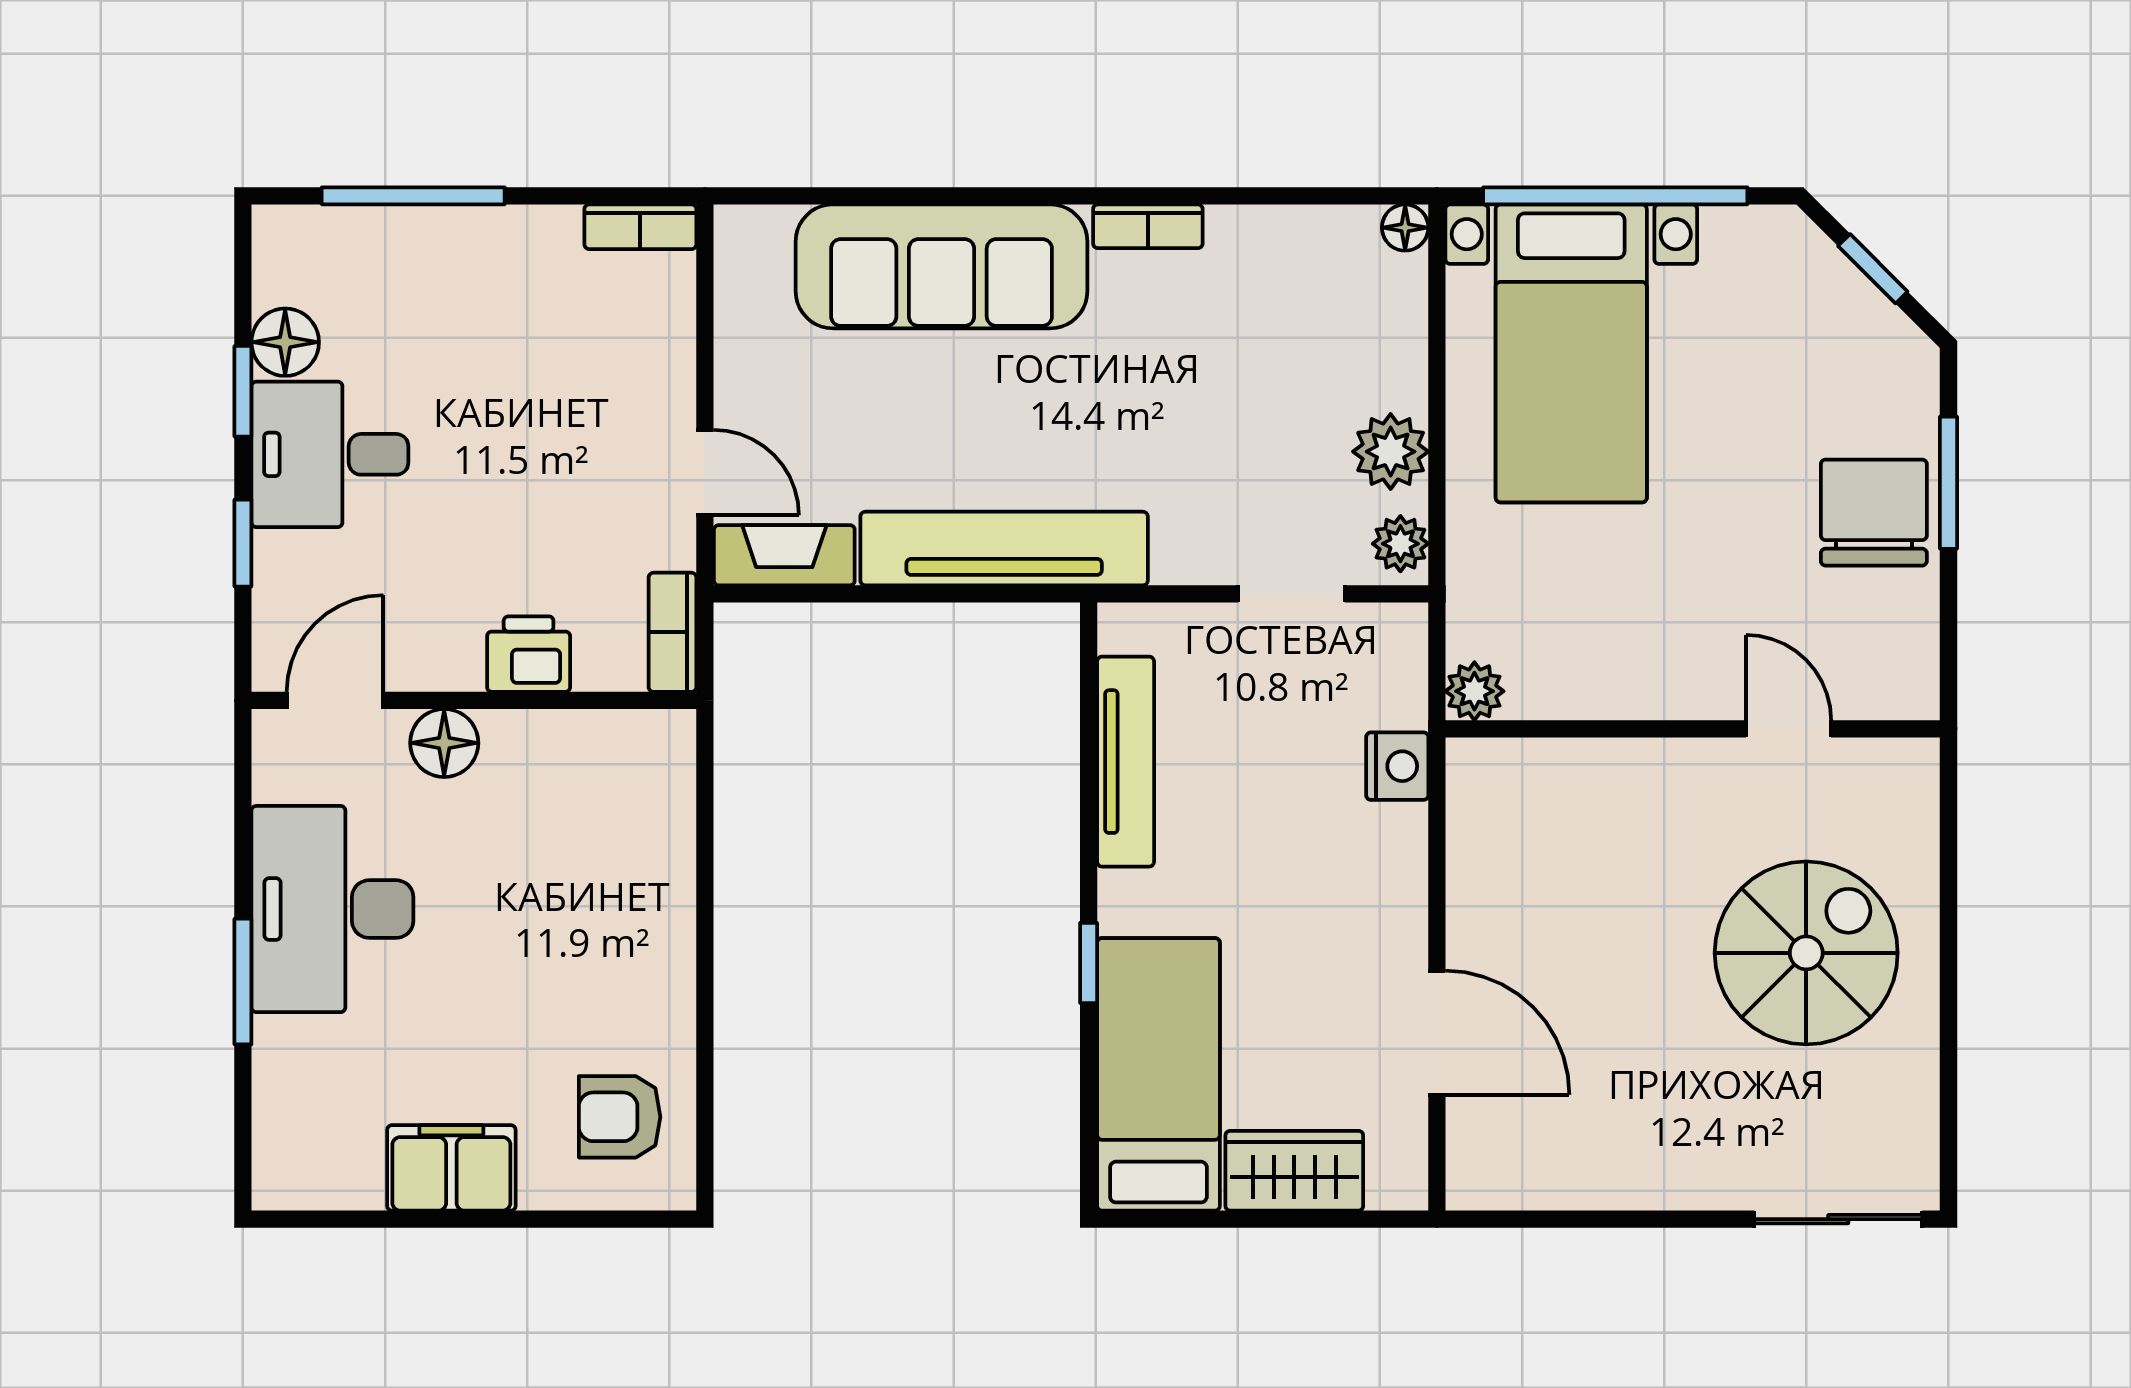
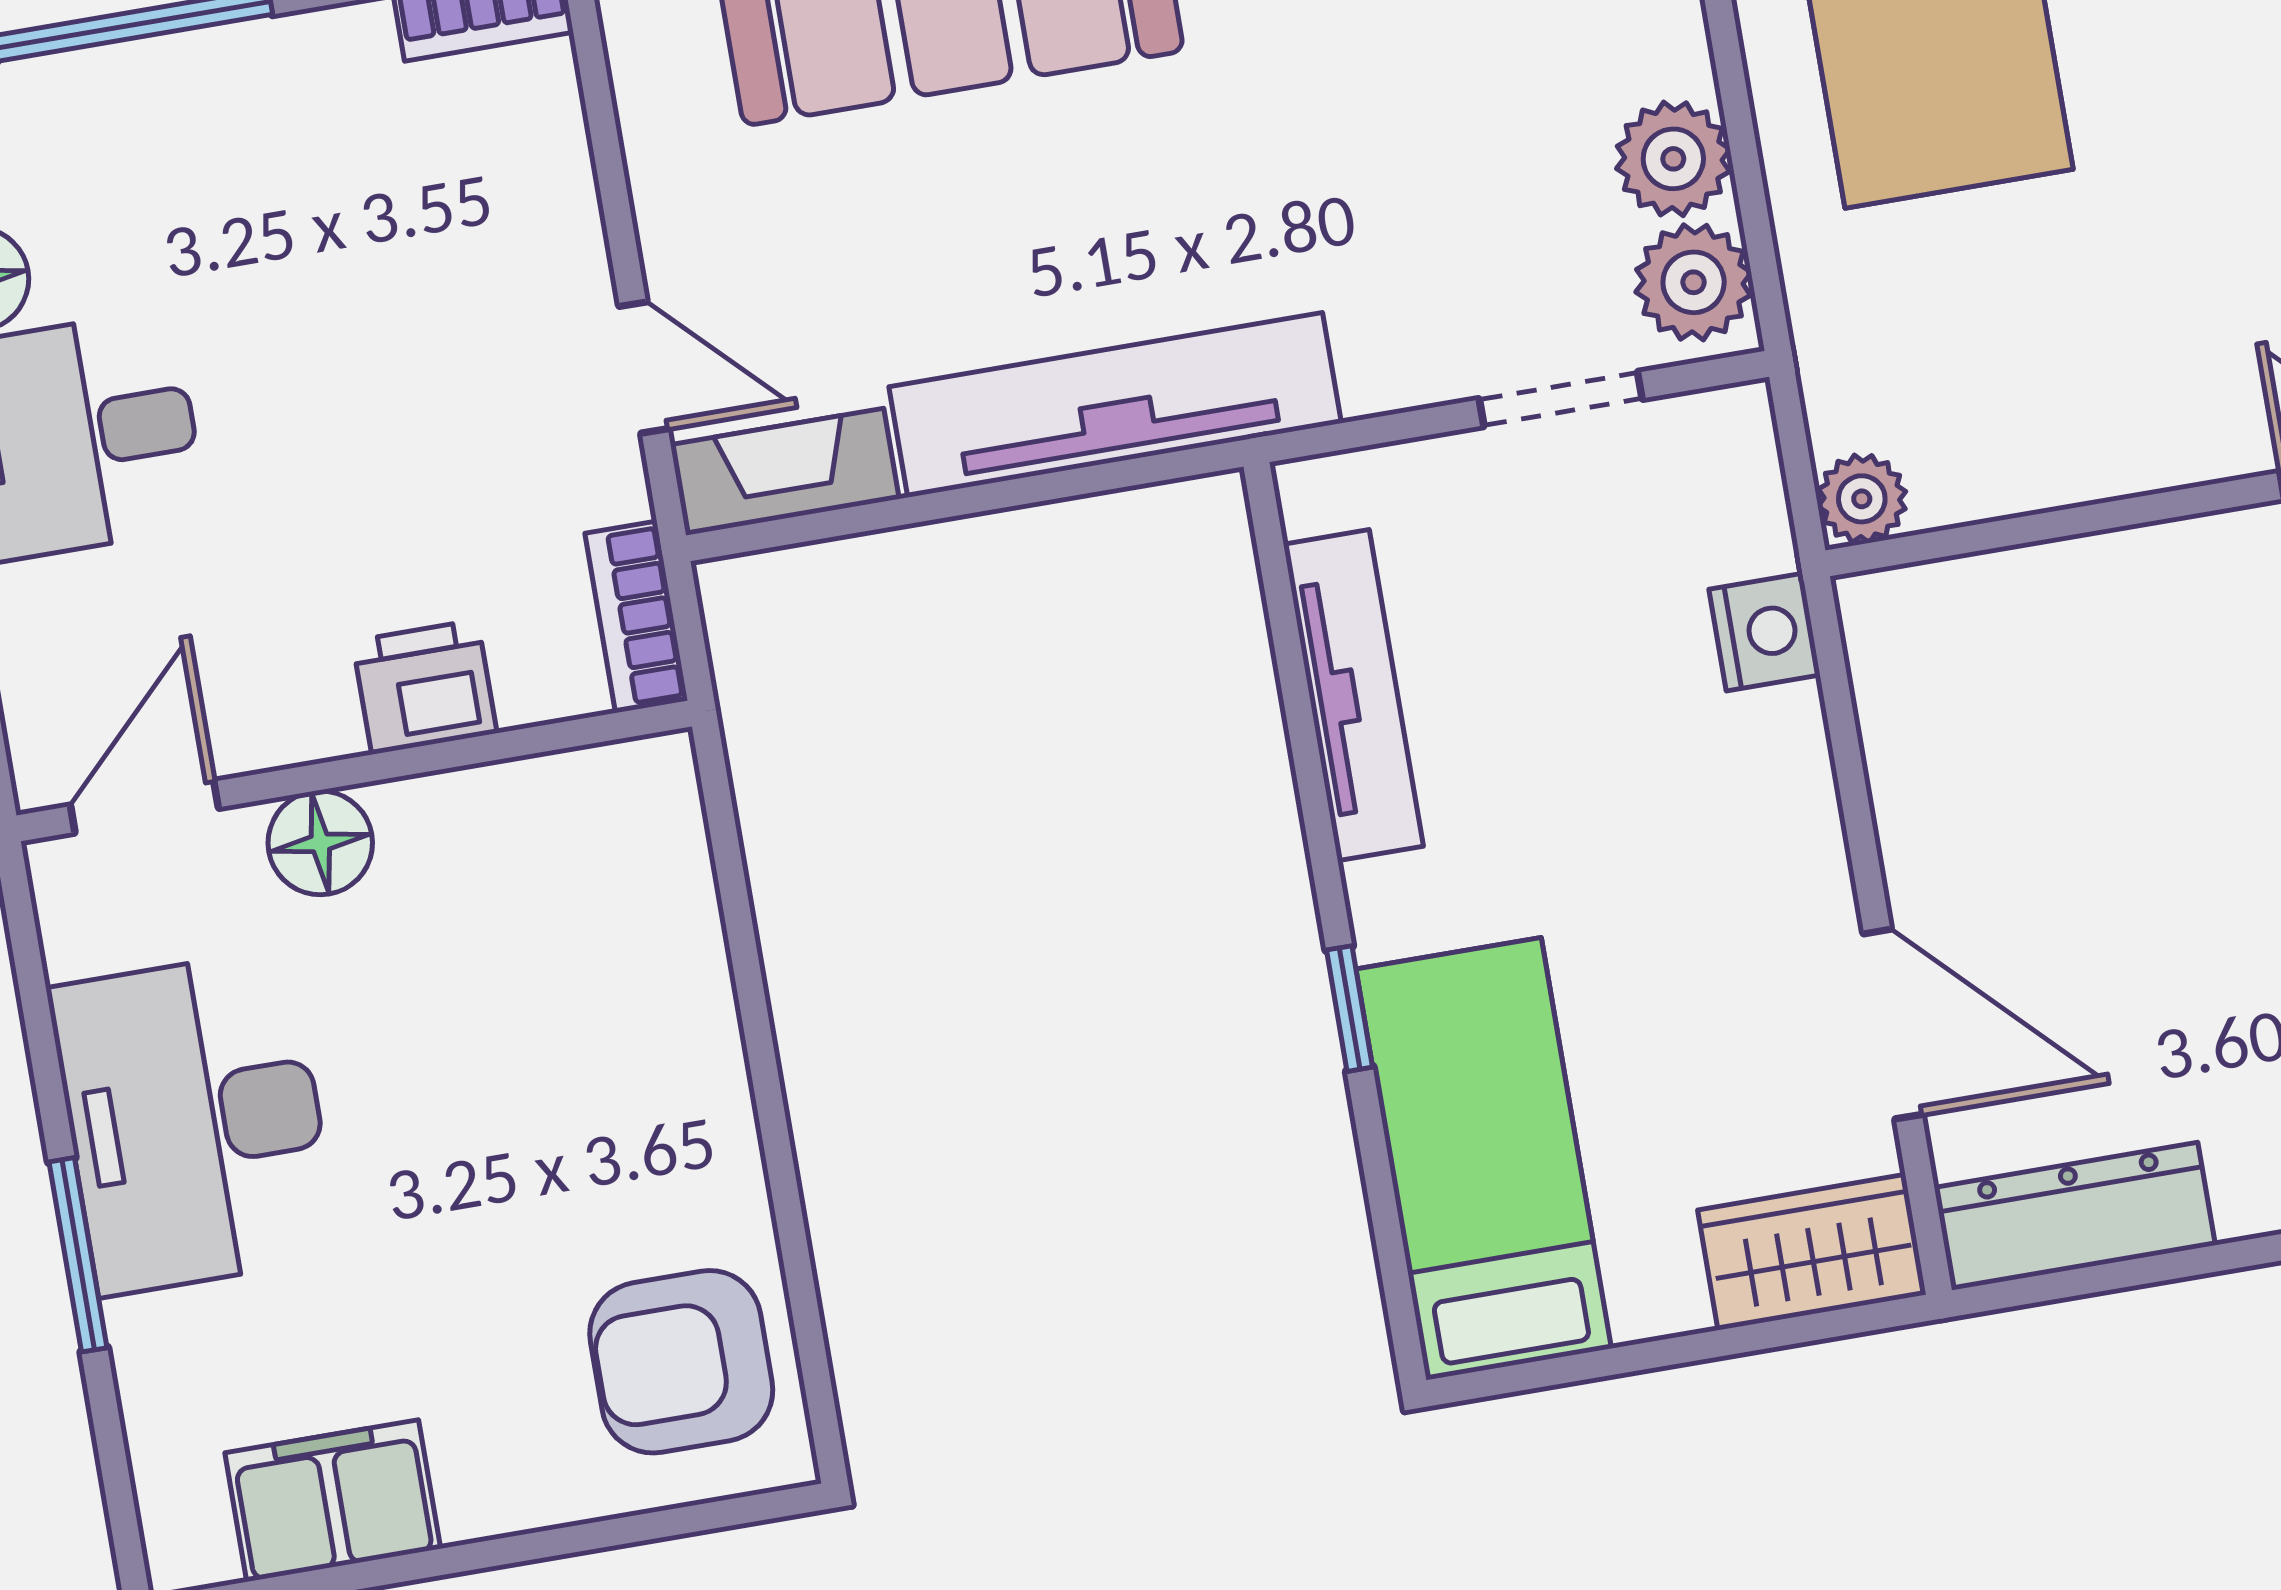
plant: (1400, 544) -> (1694, 282), width x1.38, depth x1.38
armchair: (620, 1117) -> (681, 1362), width x1.38, depth x1.38
filing cabinet: (451, 1168) -> (333, 1501), moved
wardrobe: (1294, 1171) -> (1812, 1252), moved
dresser: (1533, 1176) -> (2075, 1216), added

